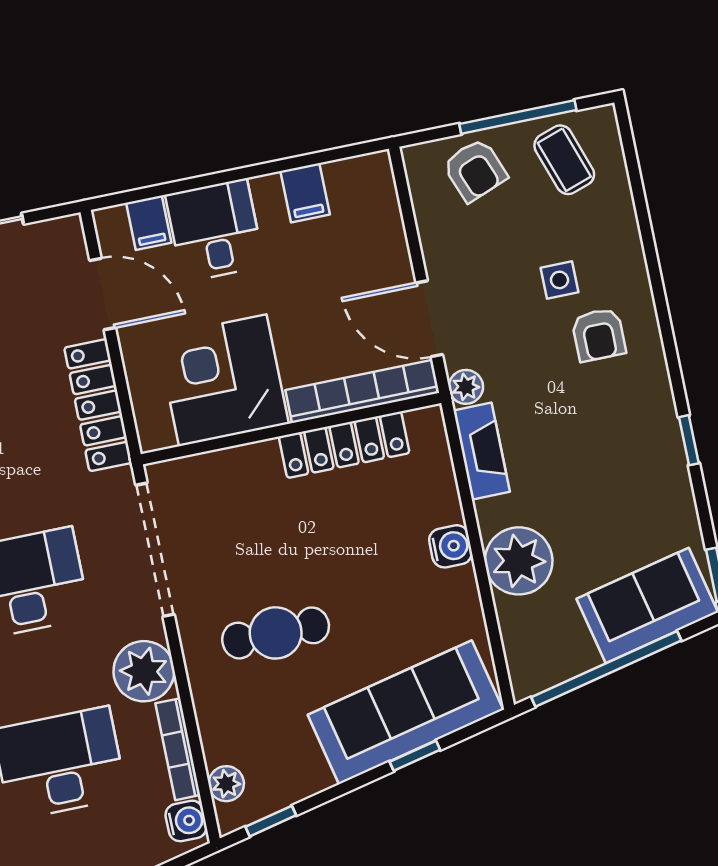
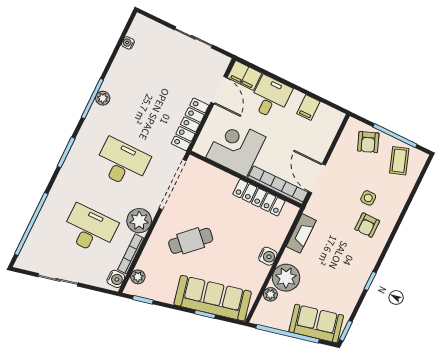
filing cabinet: (149, 223) -> (244, 75), width x2.00
plant: (466, 387) -> (270, 294), moved
cafe table: (276, 633) -> (191, 241), turned -44

